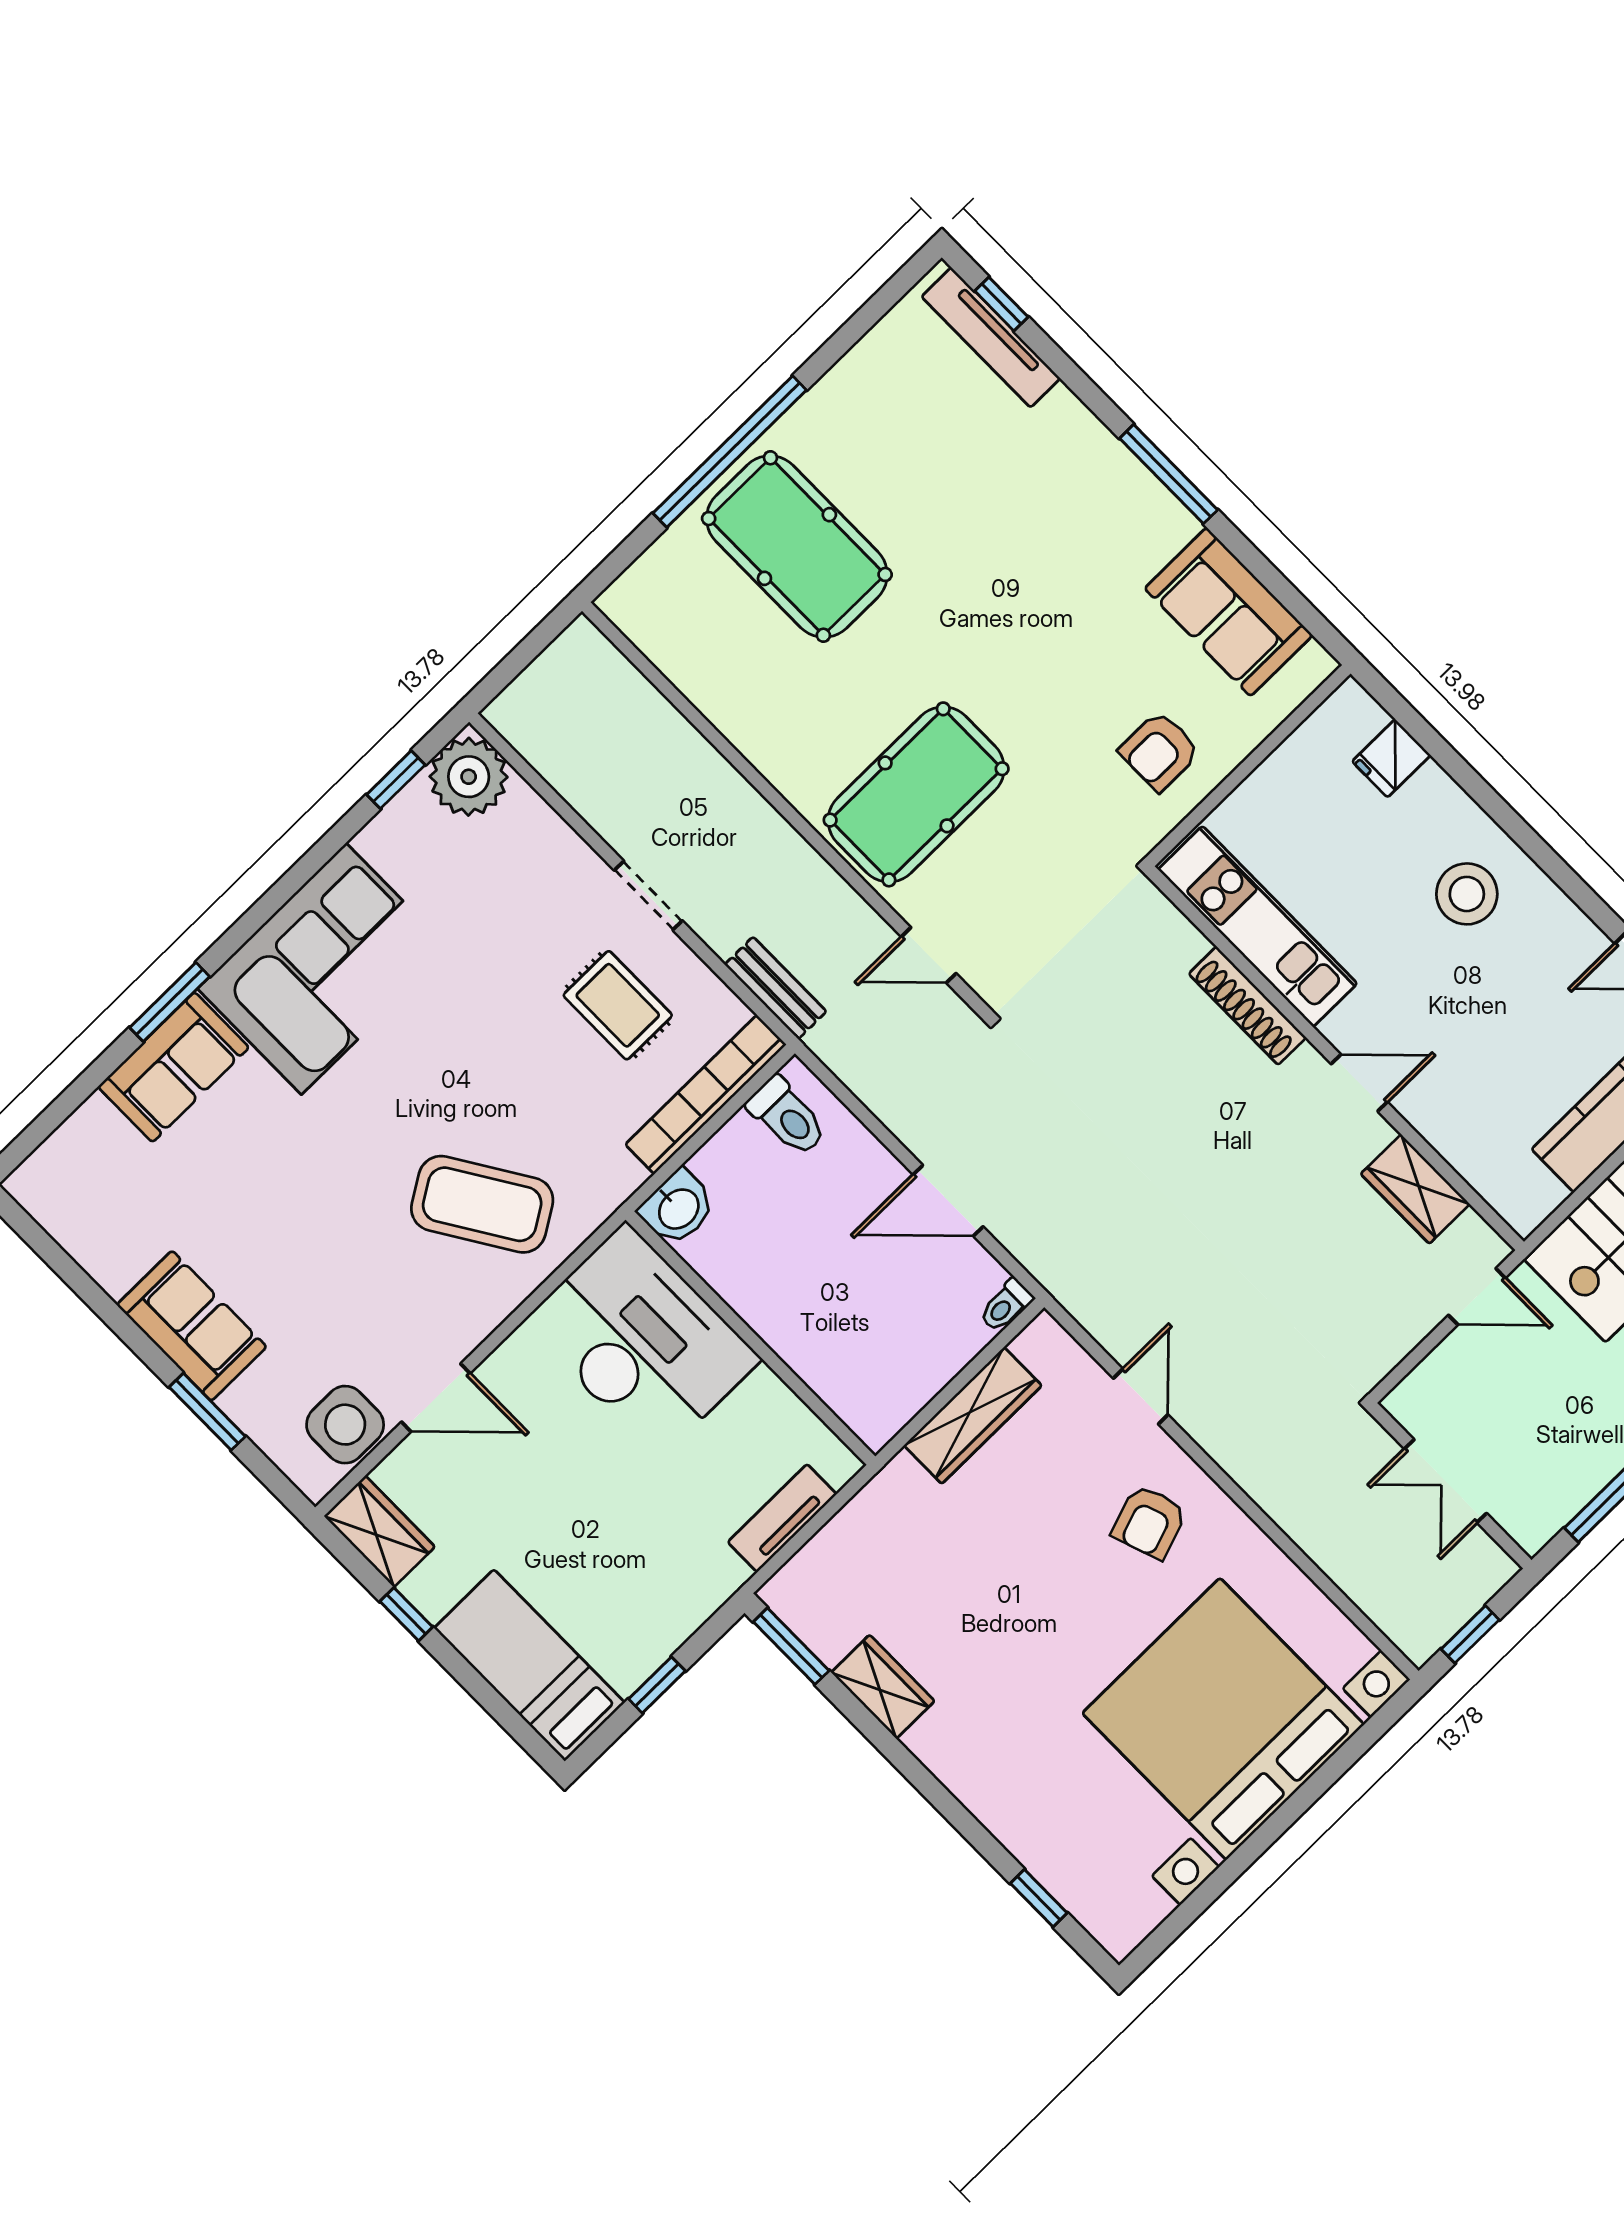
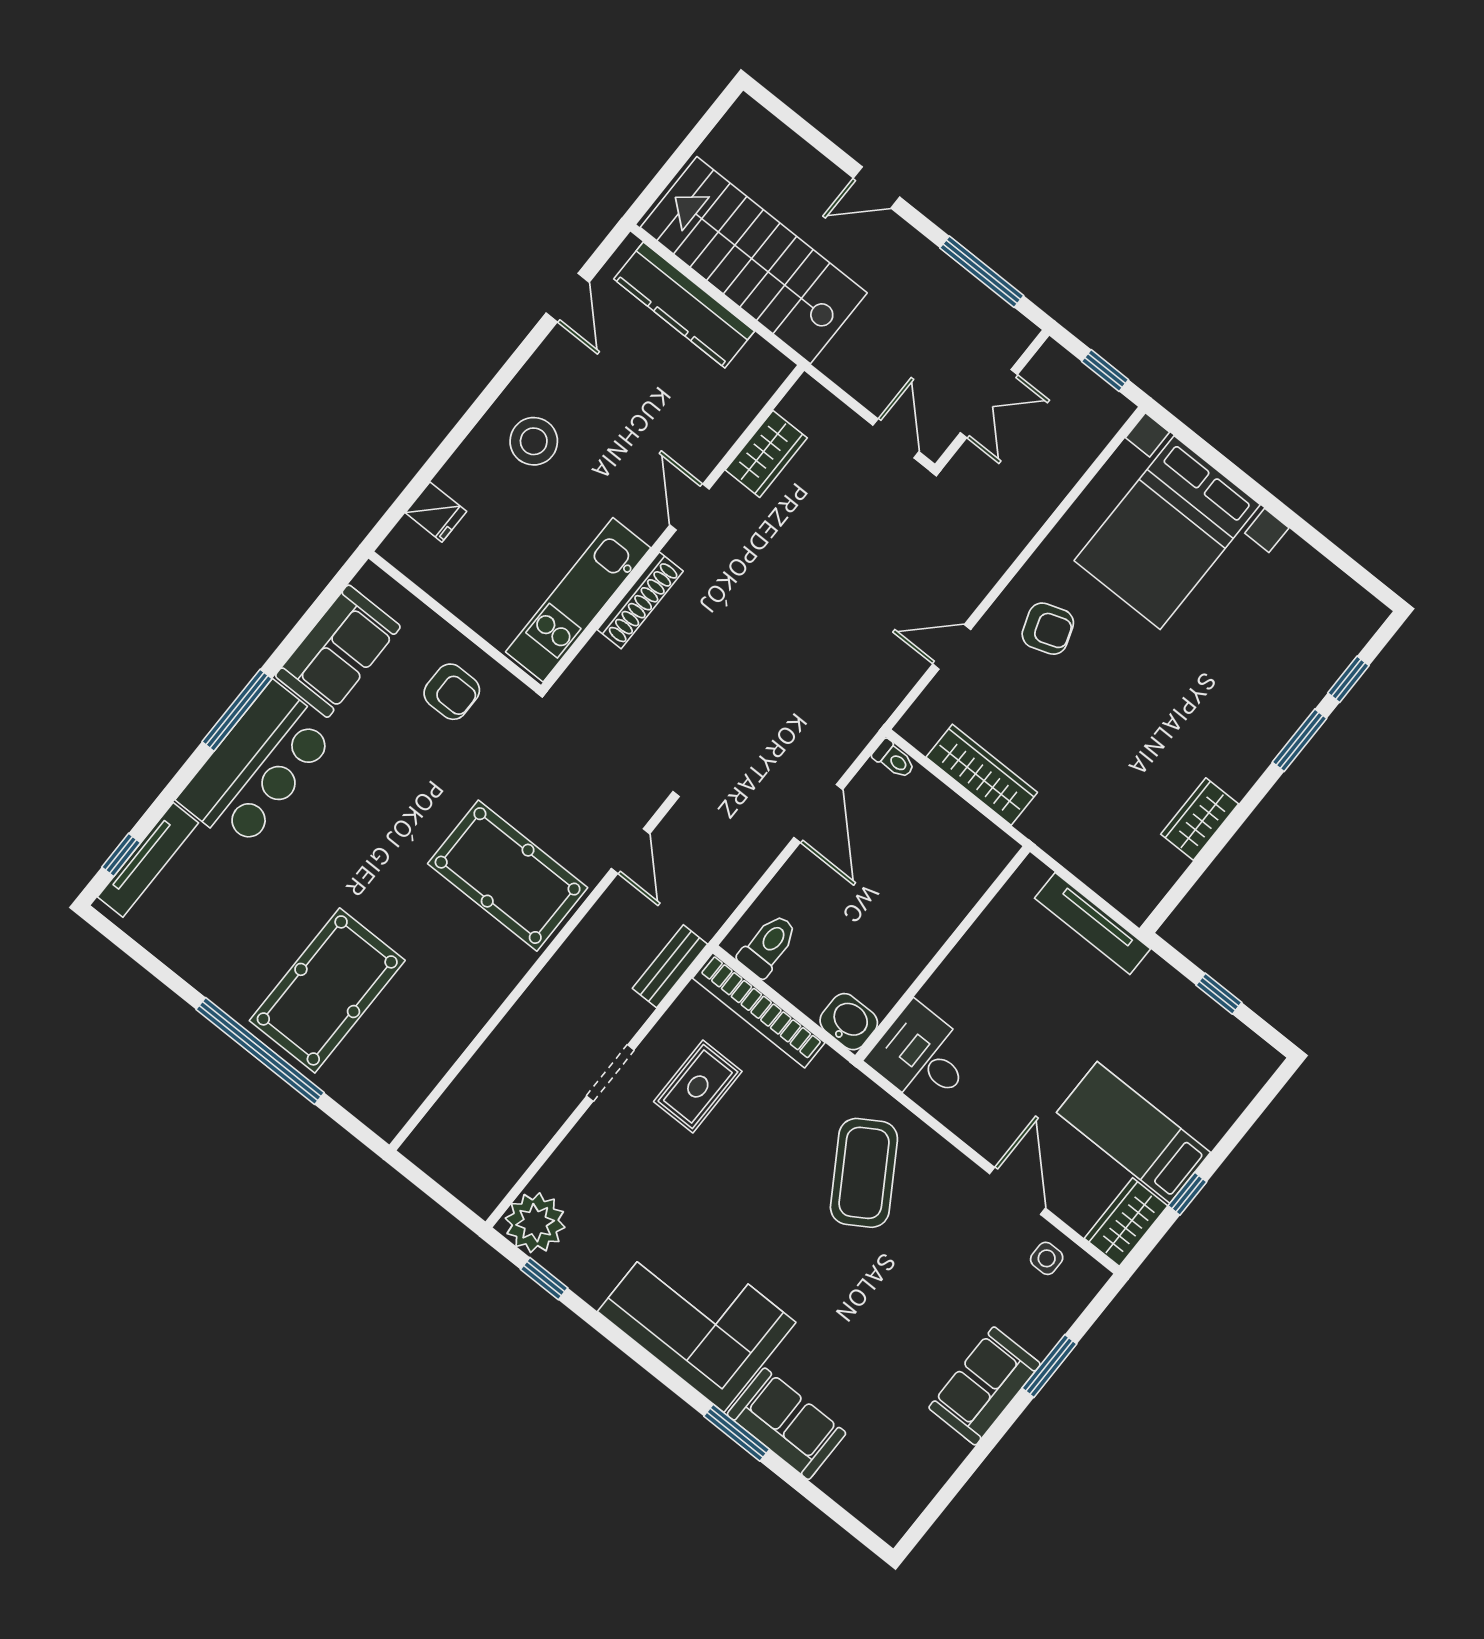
bar counter: (1094, 492) -> (258, 766), added
door: (1477, 1297) -> (896, 438), moved
desk: (642, 1341) -> (922, 1056), width x0.53, depth x0.77
side table: (345, 1425) -> (1047, 1258), width x0.54, depth x0.54
tv unit: (782, 1518) -> (1092, 923), width x1.41
window: (791, 1646) -> (1299, 740), moved
bed: (529, 1665) -> (1133, 1132), moved, turned 90
bed with nightstands: (1223, 1719) -> (1167, 533), width x0.73

